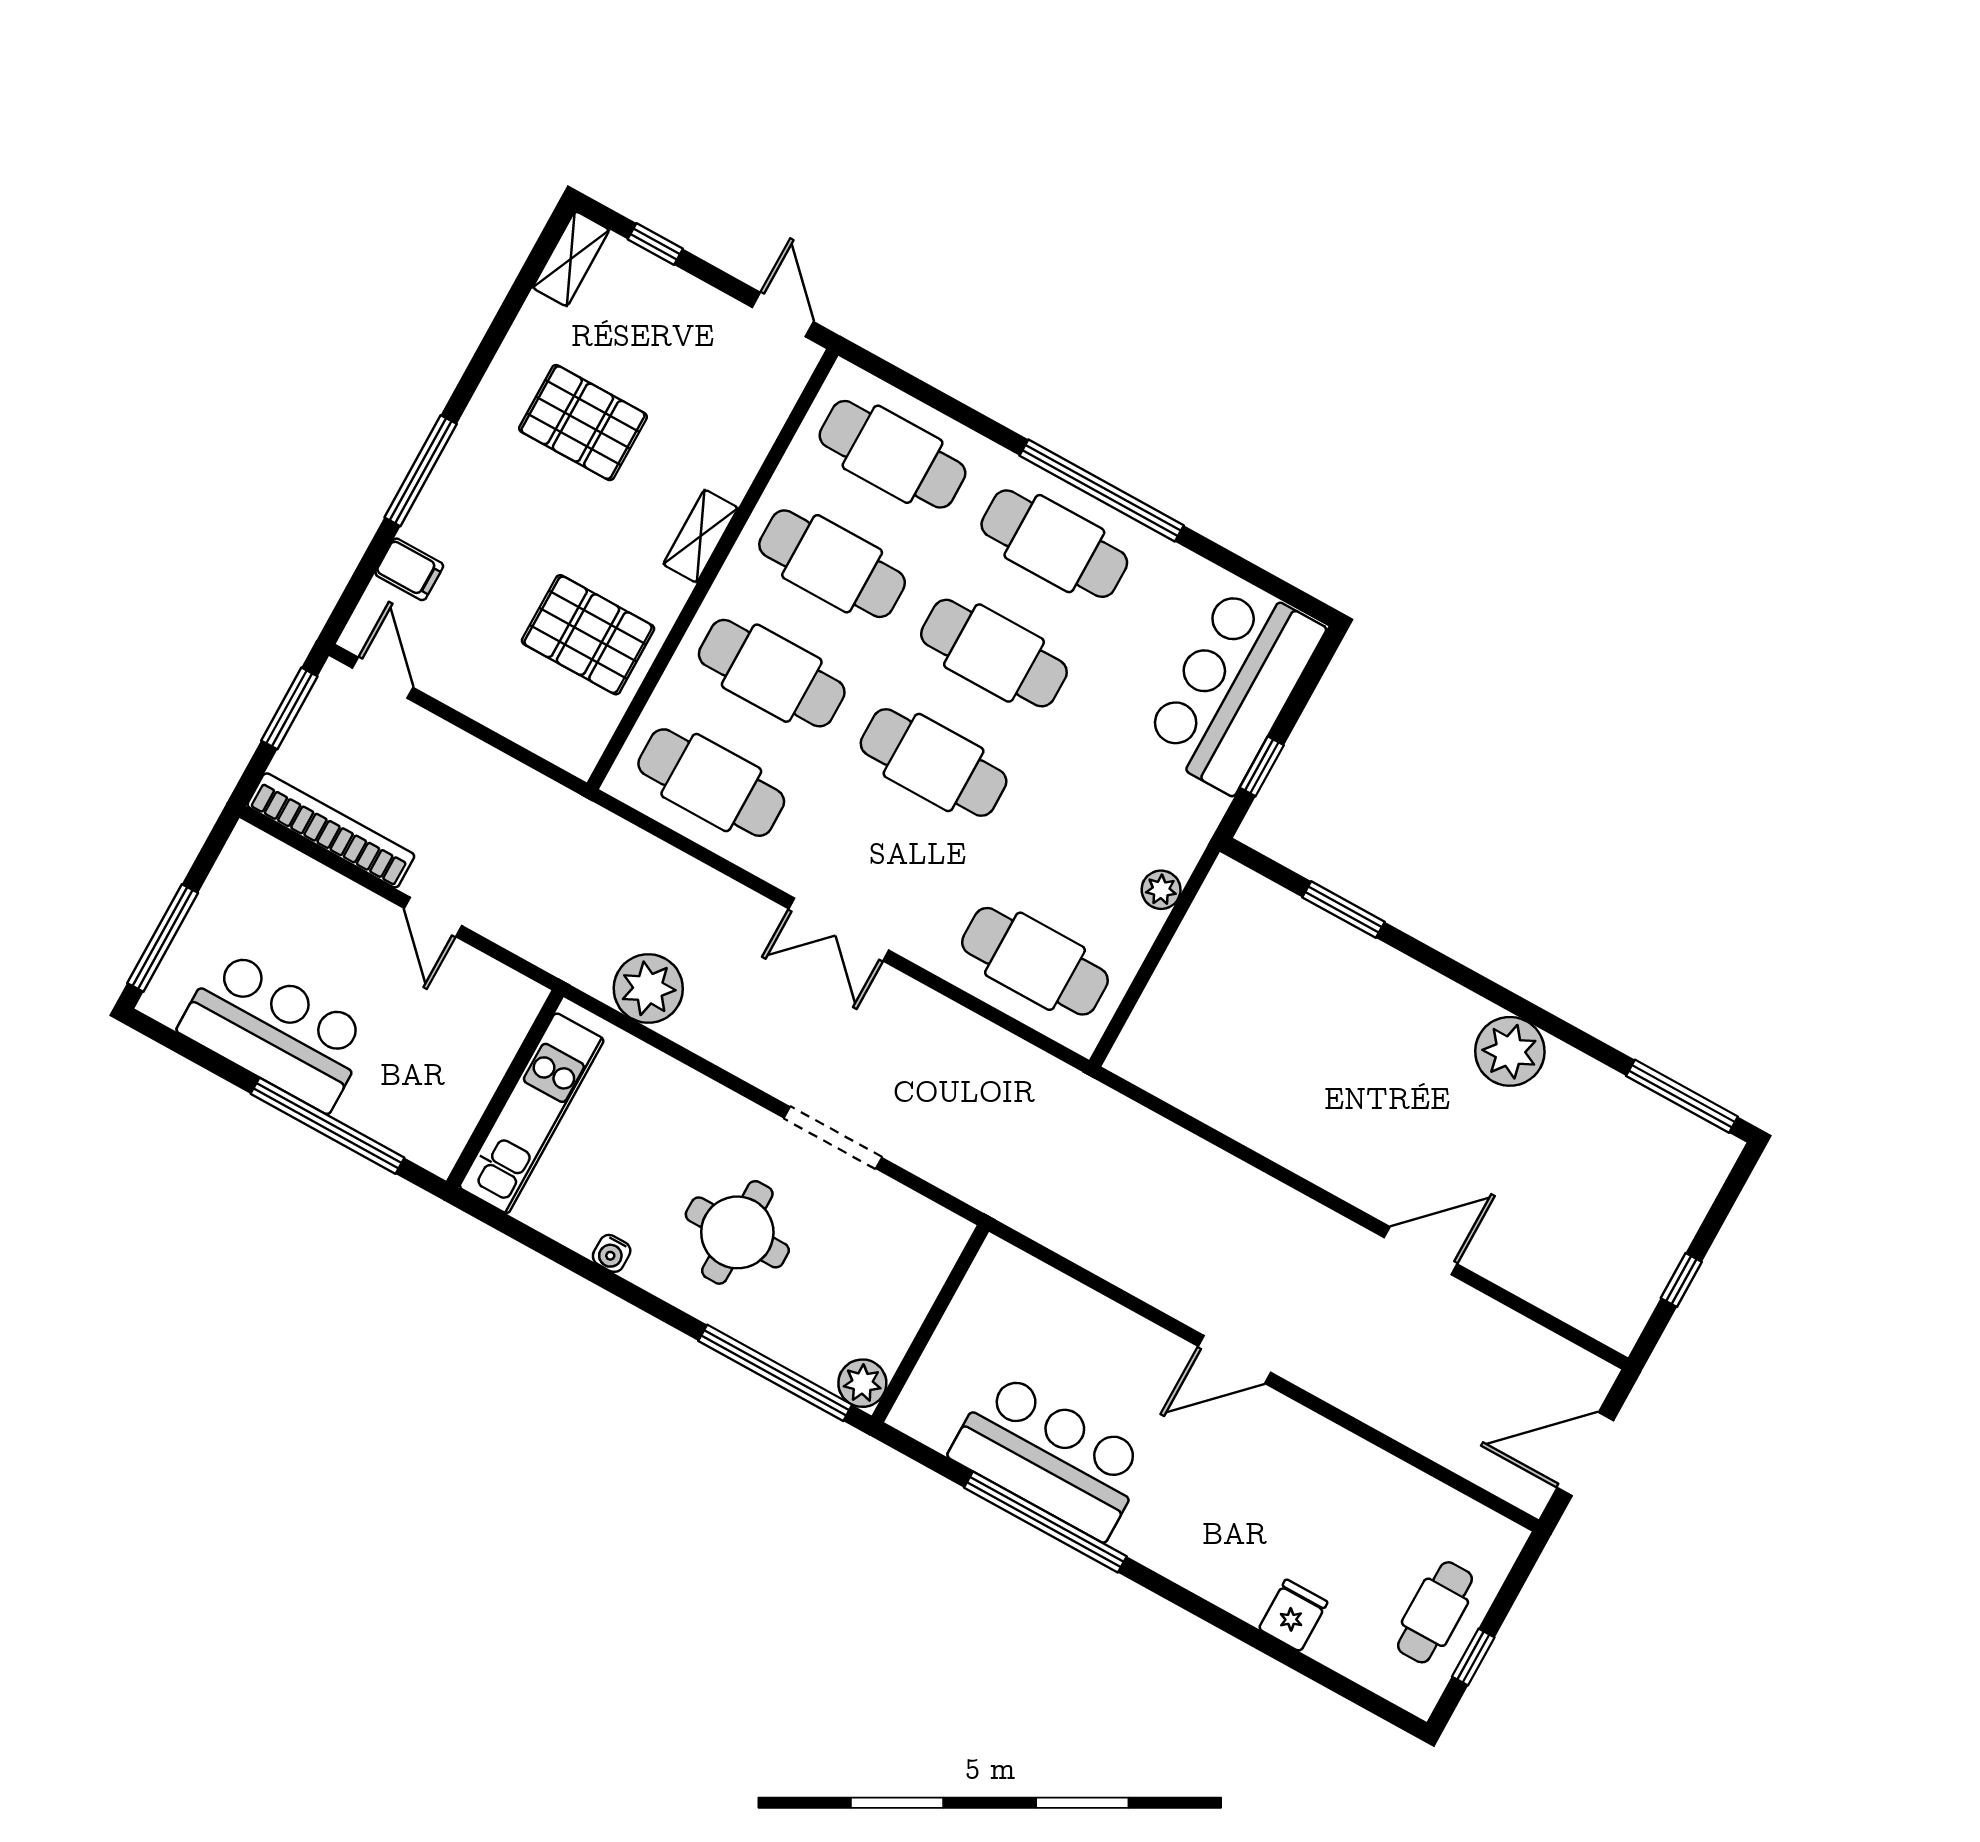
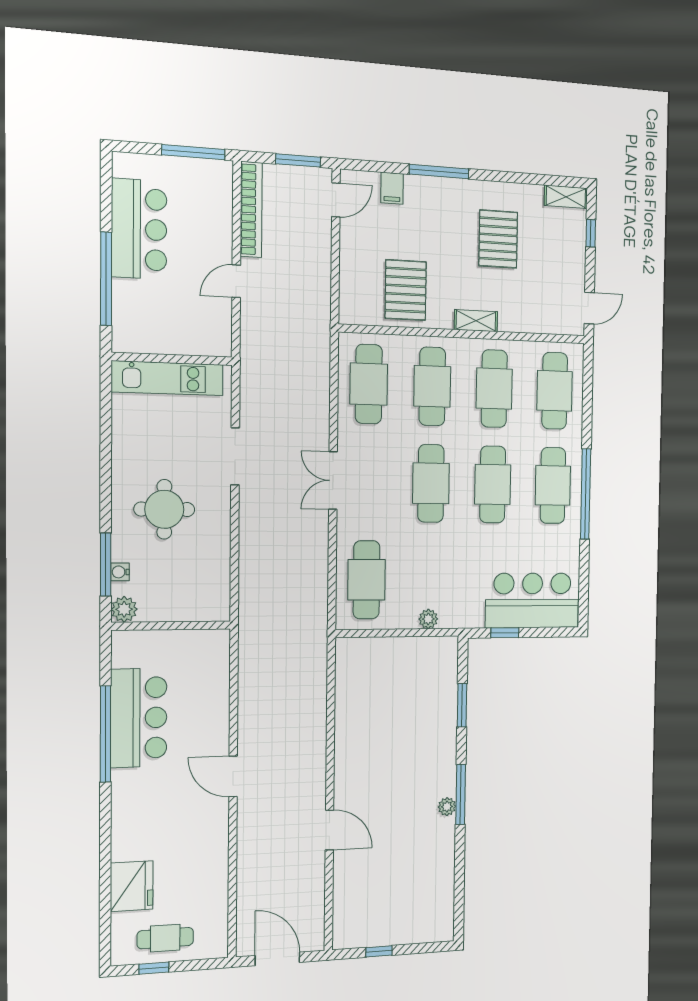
window: (163, 938) -> (193, 152), moved
plant: (648, 989) -> (258, 404), removed
plant: (1510, 1051) -> (447, 807), width x0.53, depth x0.53
window: (1682, 1096) -> (461, 794), moved
doorway: (833, 1138) -> (235, 456), moved
water cooler: (612, 1253) -> (120, 572), moved
window: (775, 1373) -> (106, 565), width x0.68
fridge: (1293, 1615) -> (132, 886), width x1.88, depth x1.34

